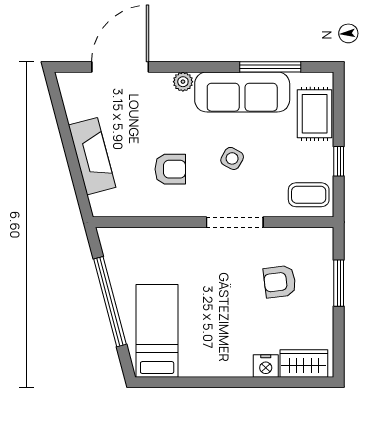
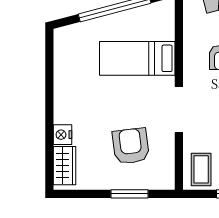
armchair: (280, 282) -> (131, 146), width x1.38, depth x1.38
bed: (157, 331) -> (137, 58), moved, turned 180

